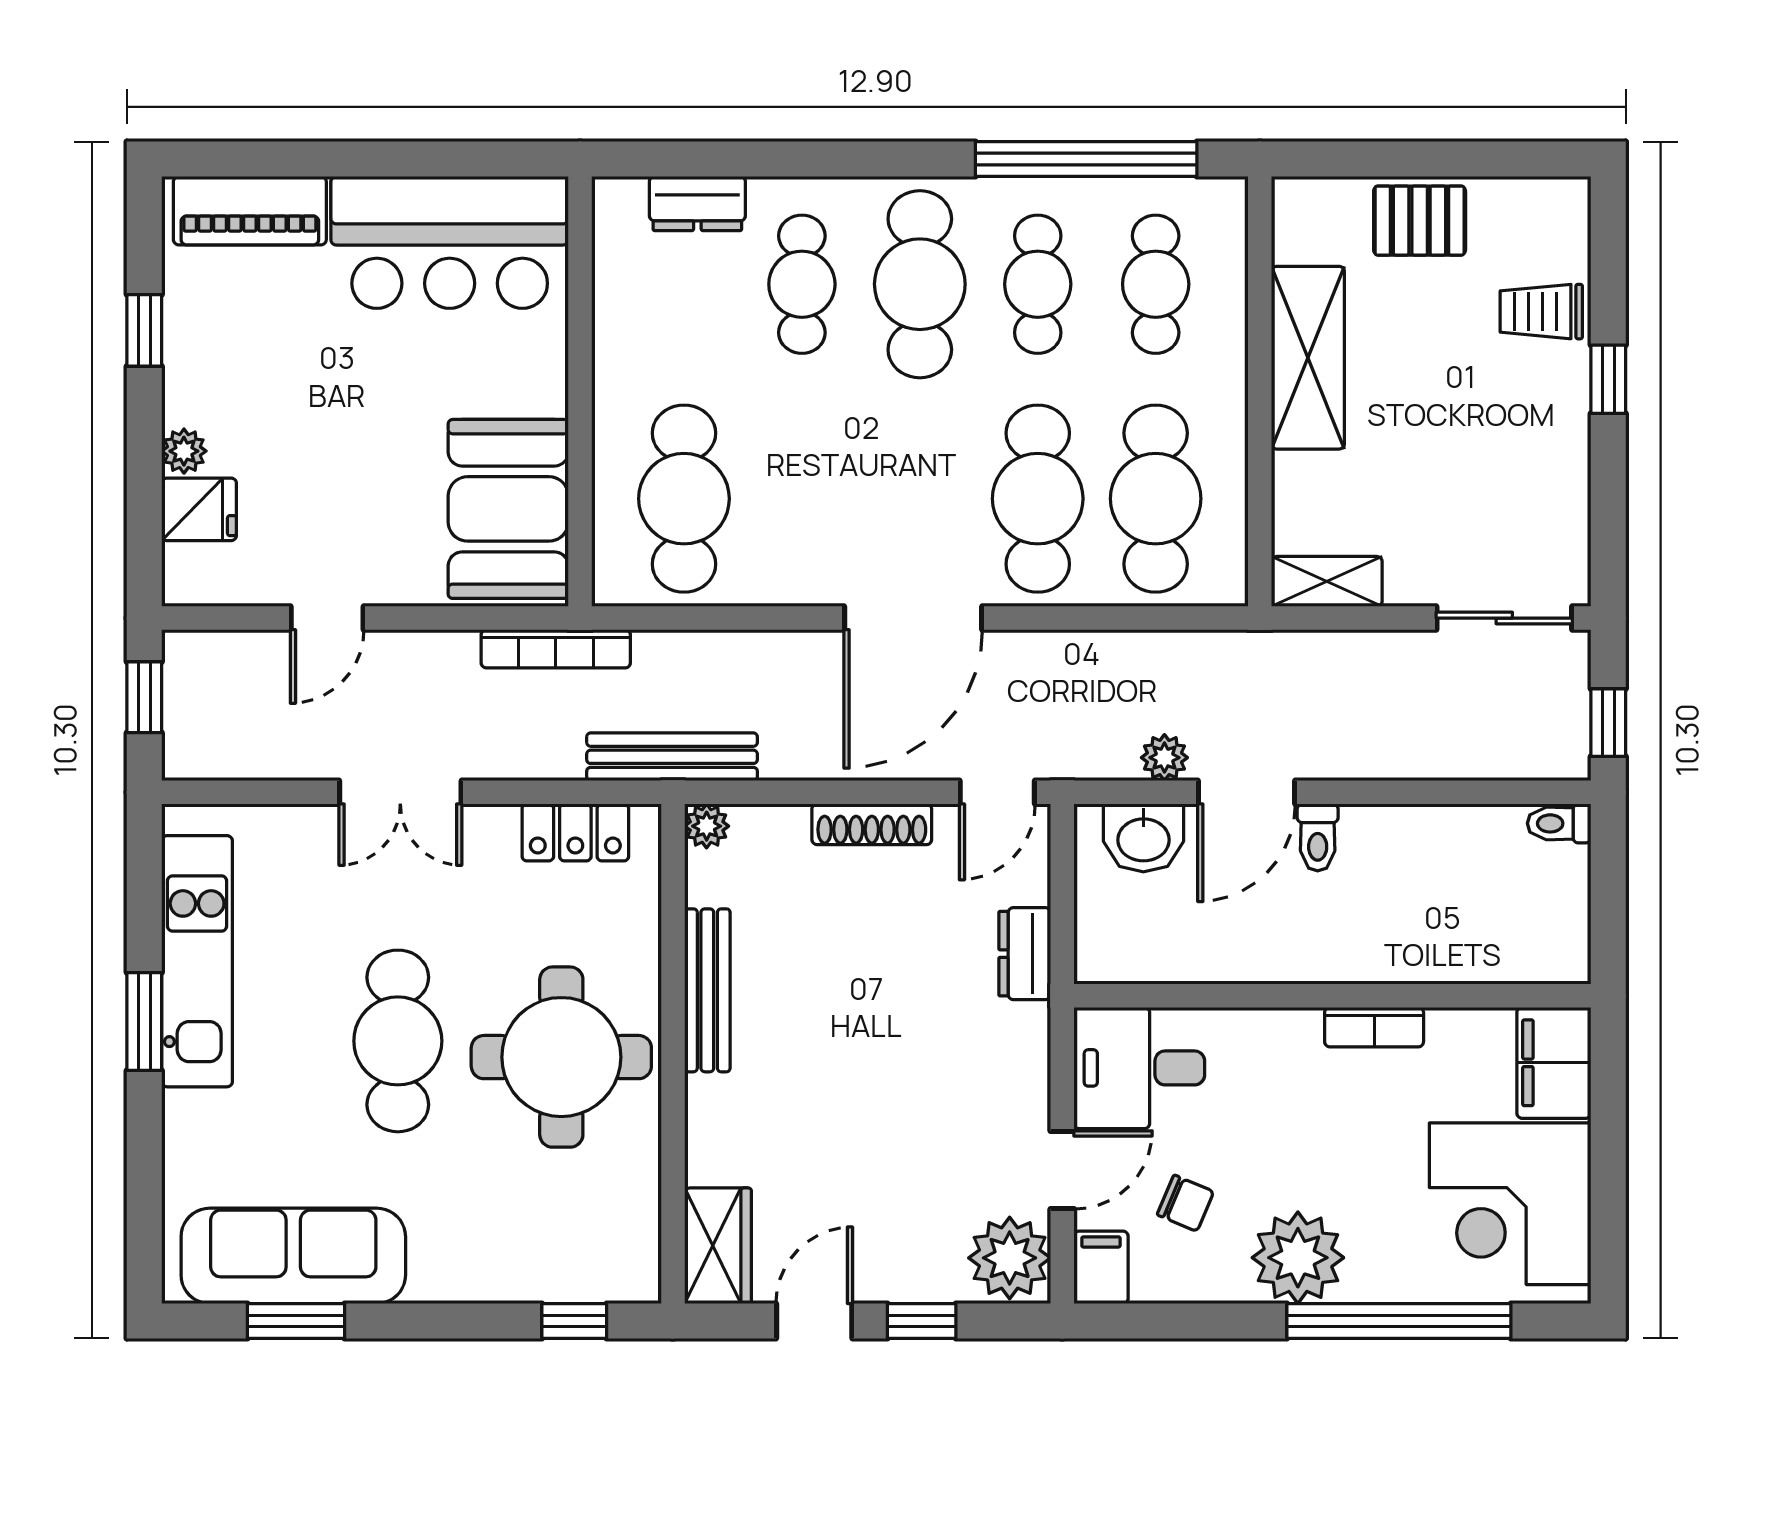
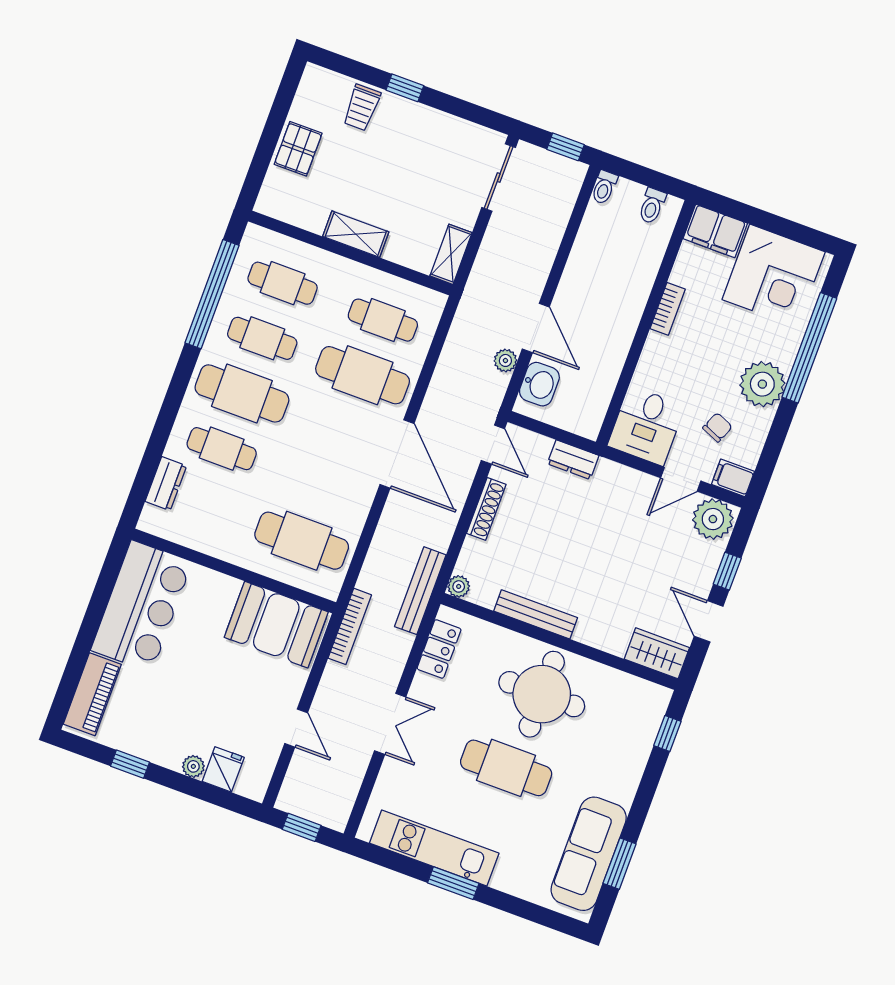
shelving: (1308, 358) -> (356, 234), width x0.67, depth x0.75
cafe table: (1156, 499) -> (383, 320), width x0.73, depth x0.74
toilet: (1318, 837) -> (652, 206), moved, turned 90
door: (1062, 1170) -> (681, 479), swing flipped

